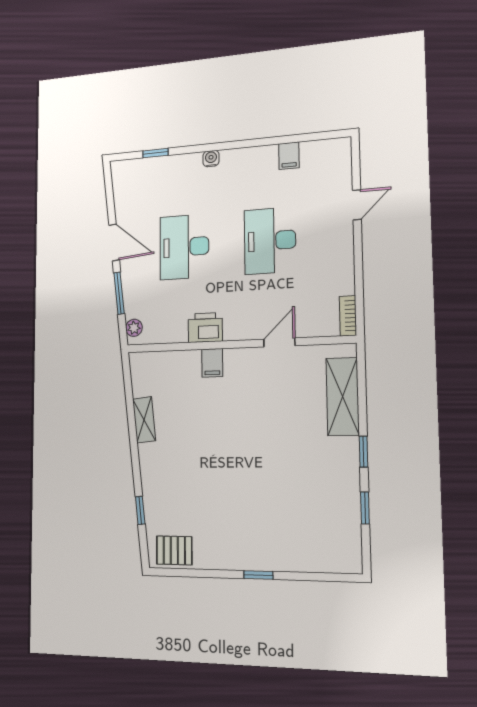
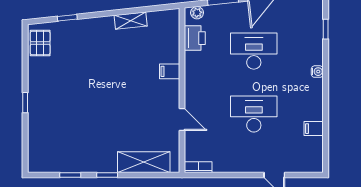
printer: (205, 328) -> (195, 38), moved

